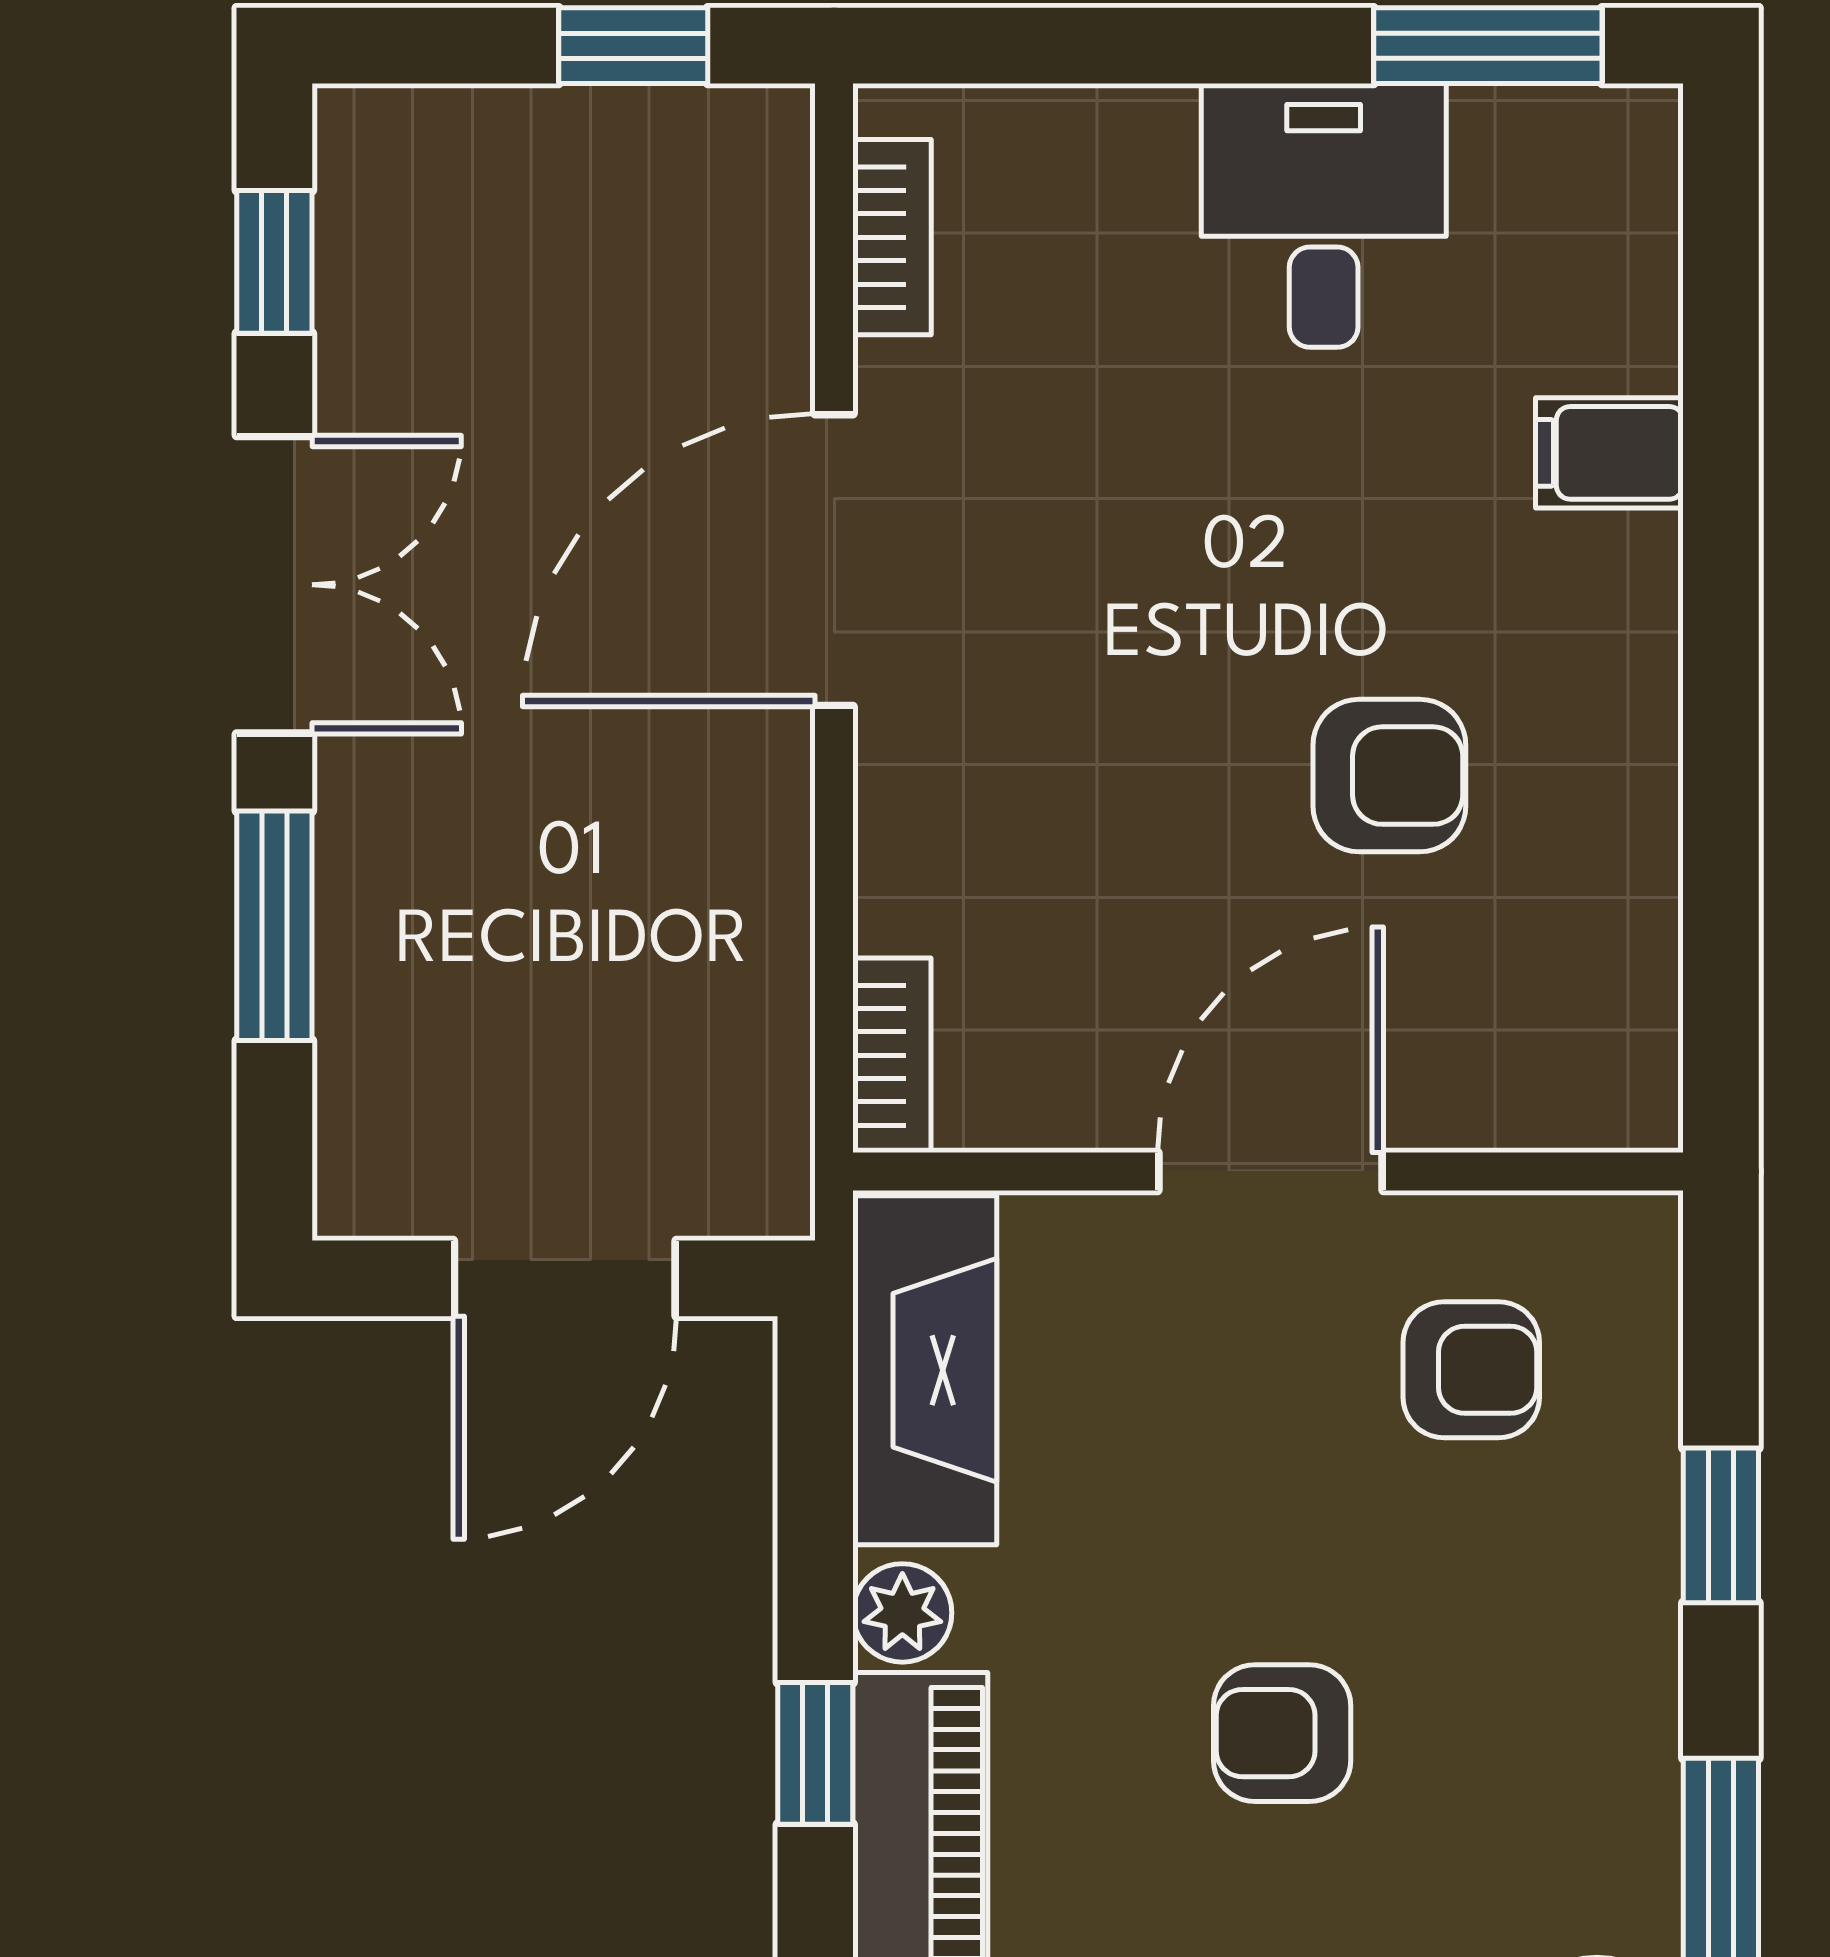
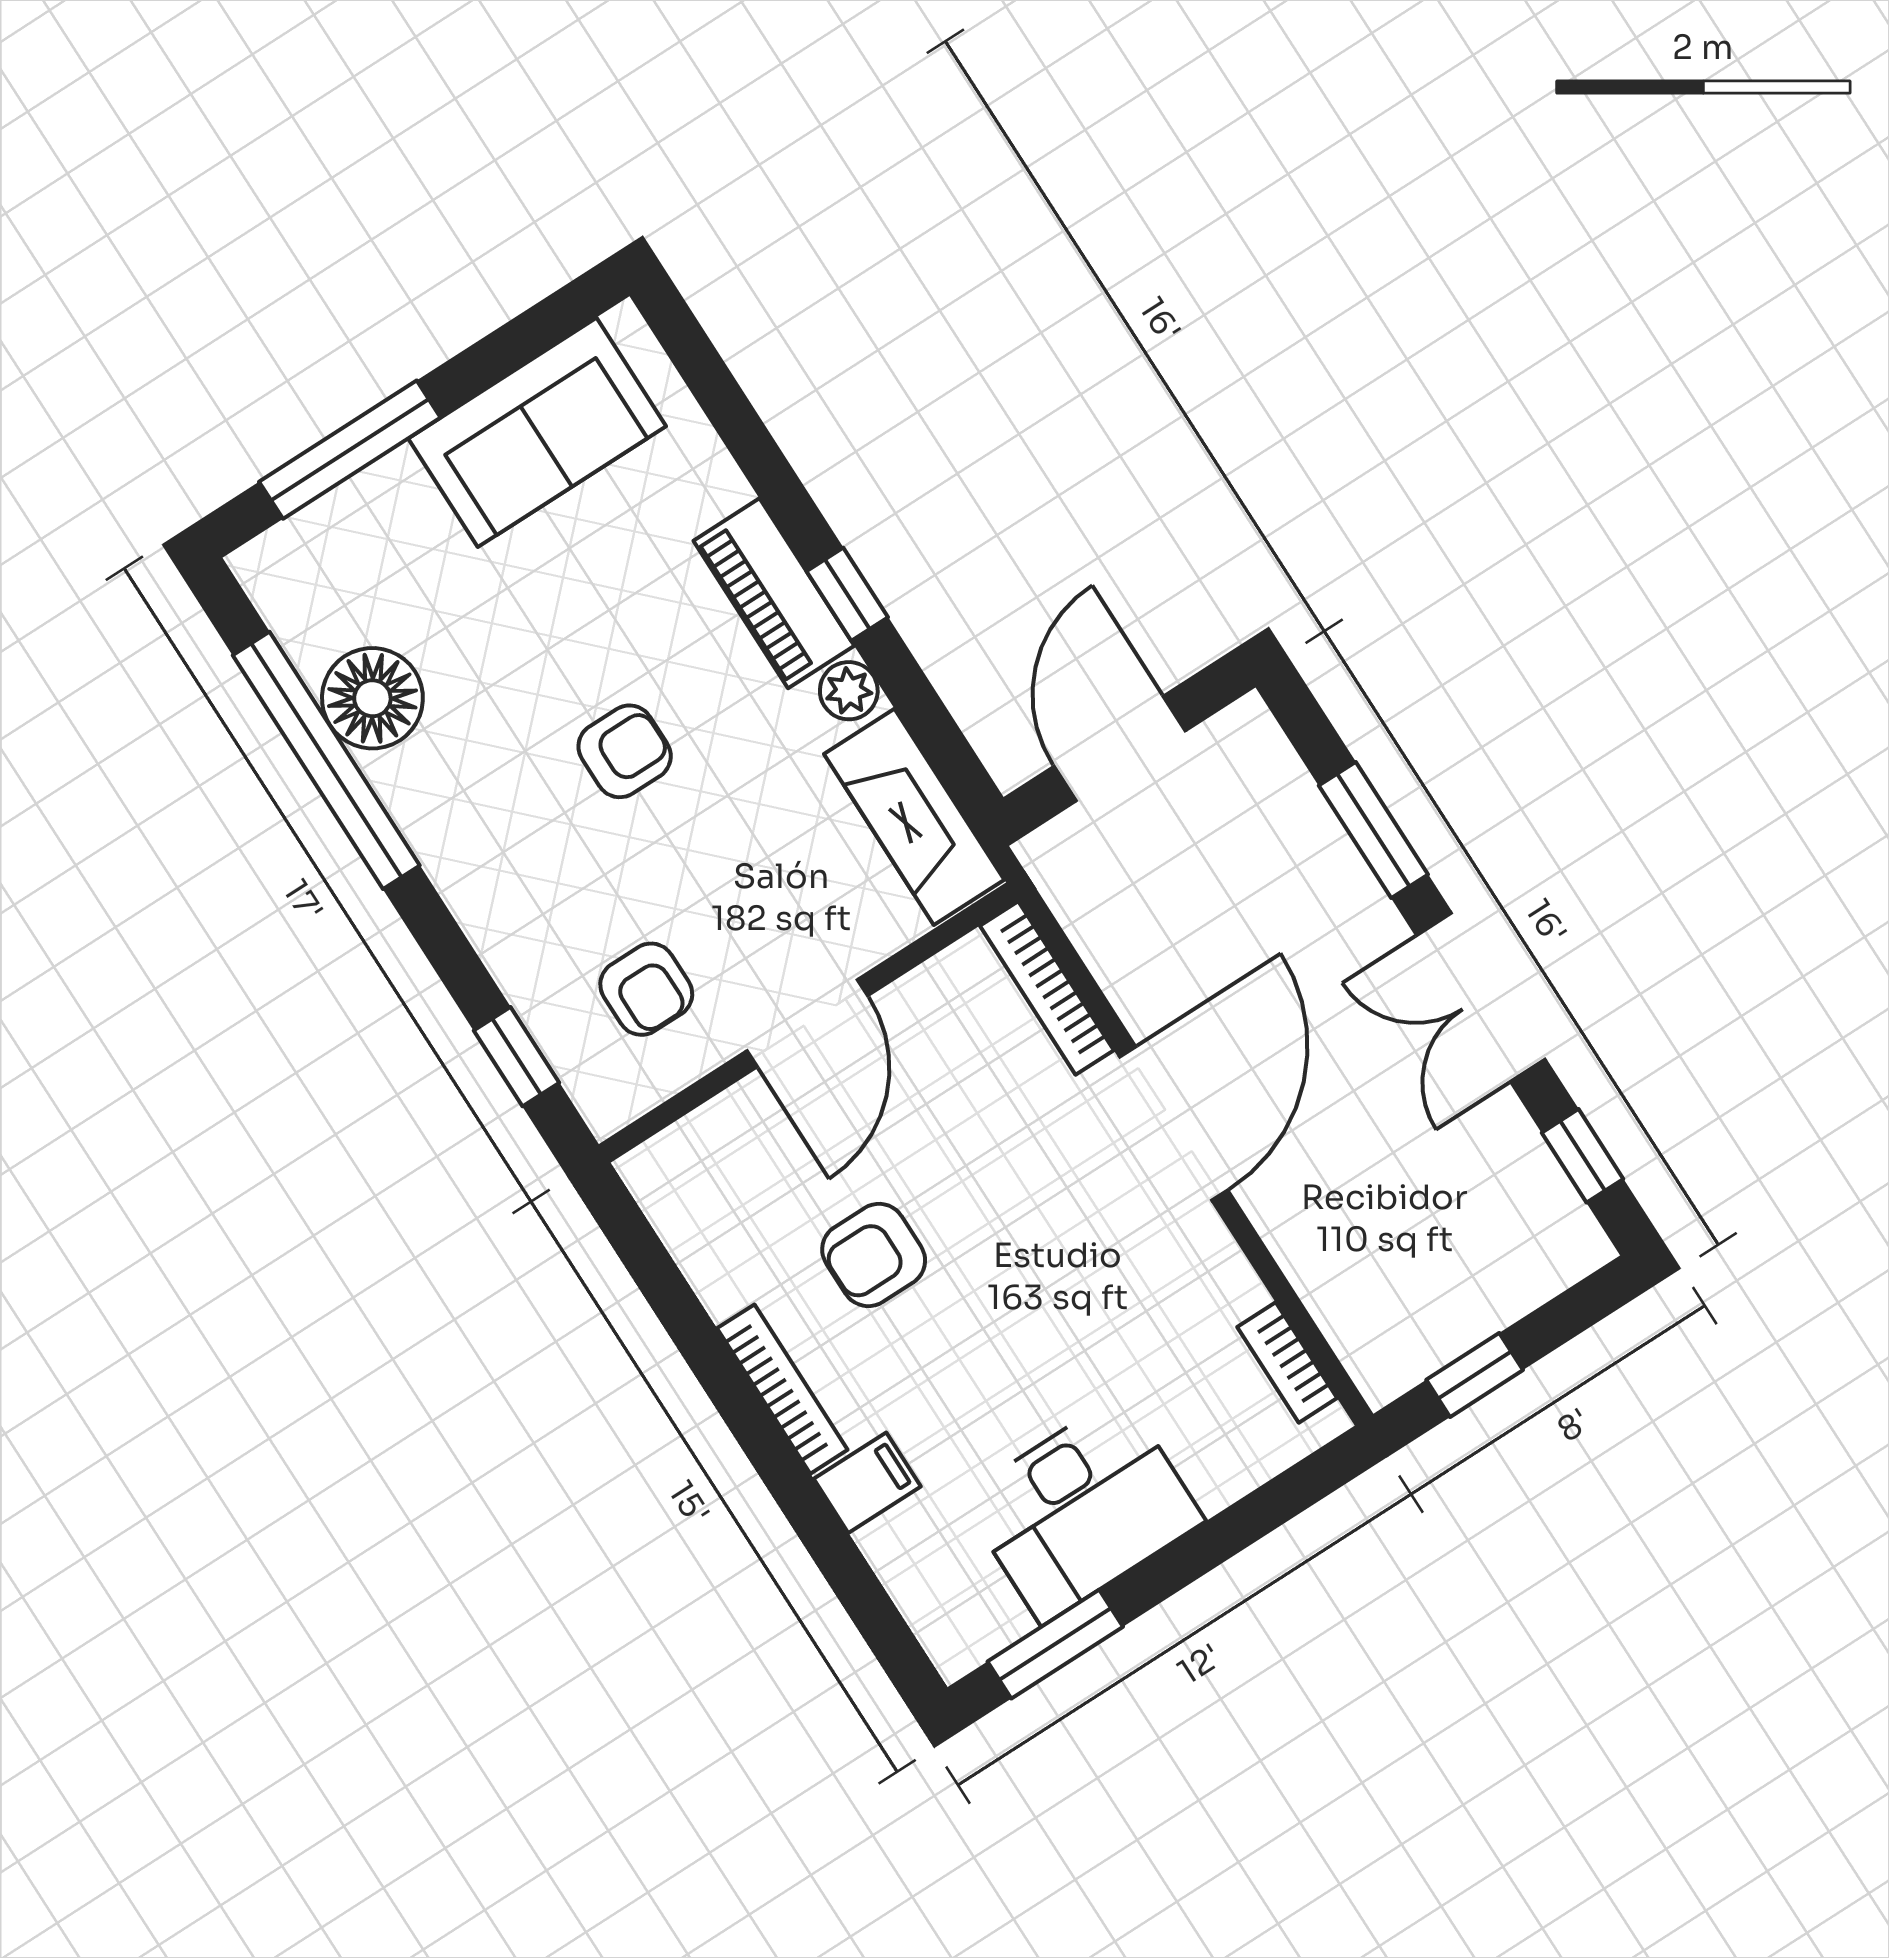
desk: (1324, 215) -> (1082, 1509), width x1.37
door: (834, 560) -> (1174, 1123), moved
bookcase: (1645, 667) -> (782, 1389), added
bookcase: (892, 1055) -> (1047, 988), width x1.56
armchair: (1471, 1370) -> (646, 989), turned -90
window: (1721, 1525) -> (516, 1057), moved

